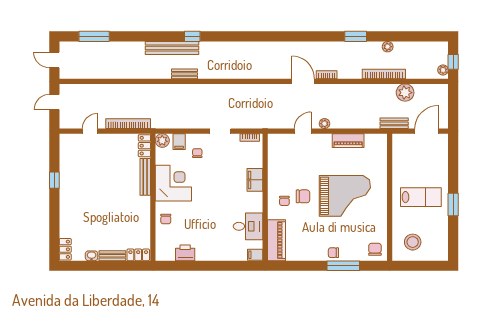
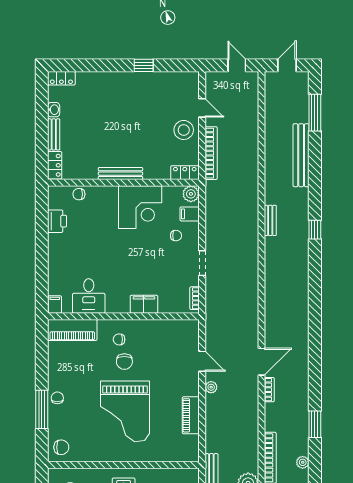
bench: (172, 48) -> (301, 155), moved
stool: (109, 147) -> (184, 130), added
bench: (145, 177) -> (120, 174), moved
chair: (166, 219) -> (79, 194), moved

